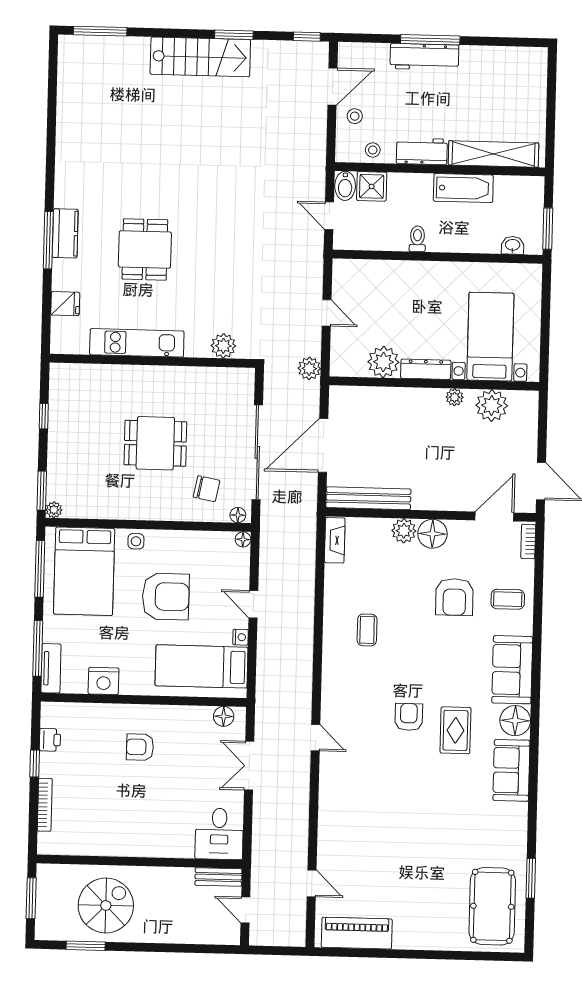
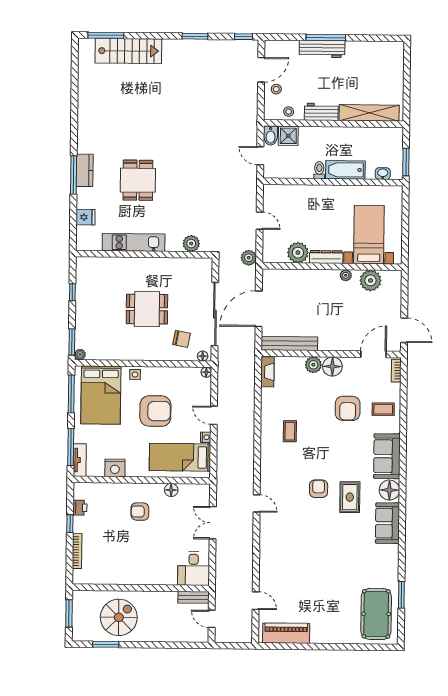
stairs: (200, 57) -> (128, 51), moved
bathtub: (463, 188) -> (345, 170), moved, turned 180
floor lamp: (224, 716) -> (171, 490), moved

